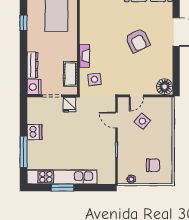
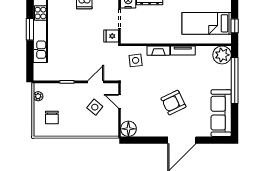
tv unit: (84, 31) -> (183, 51), added
cot: (70, 74) -> (141, 37), removed

